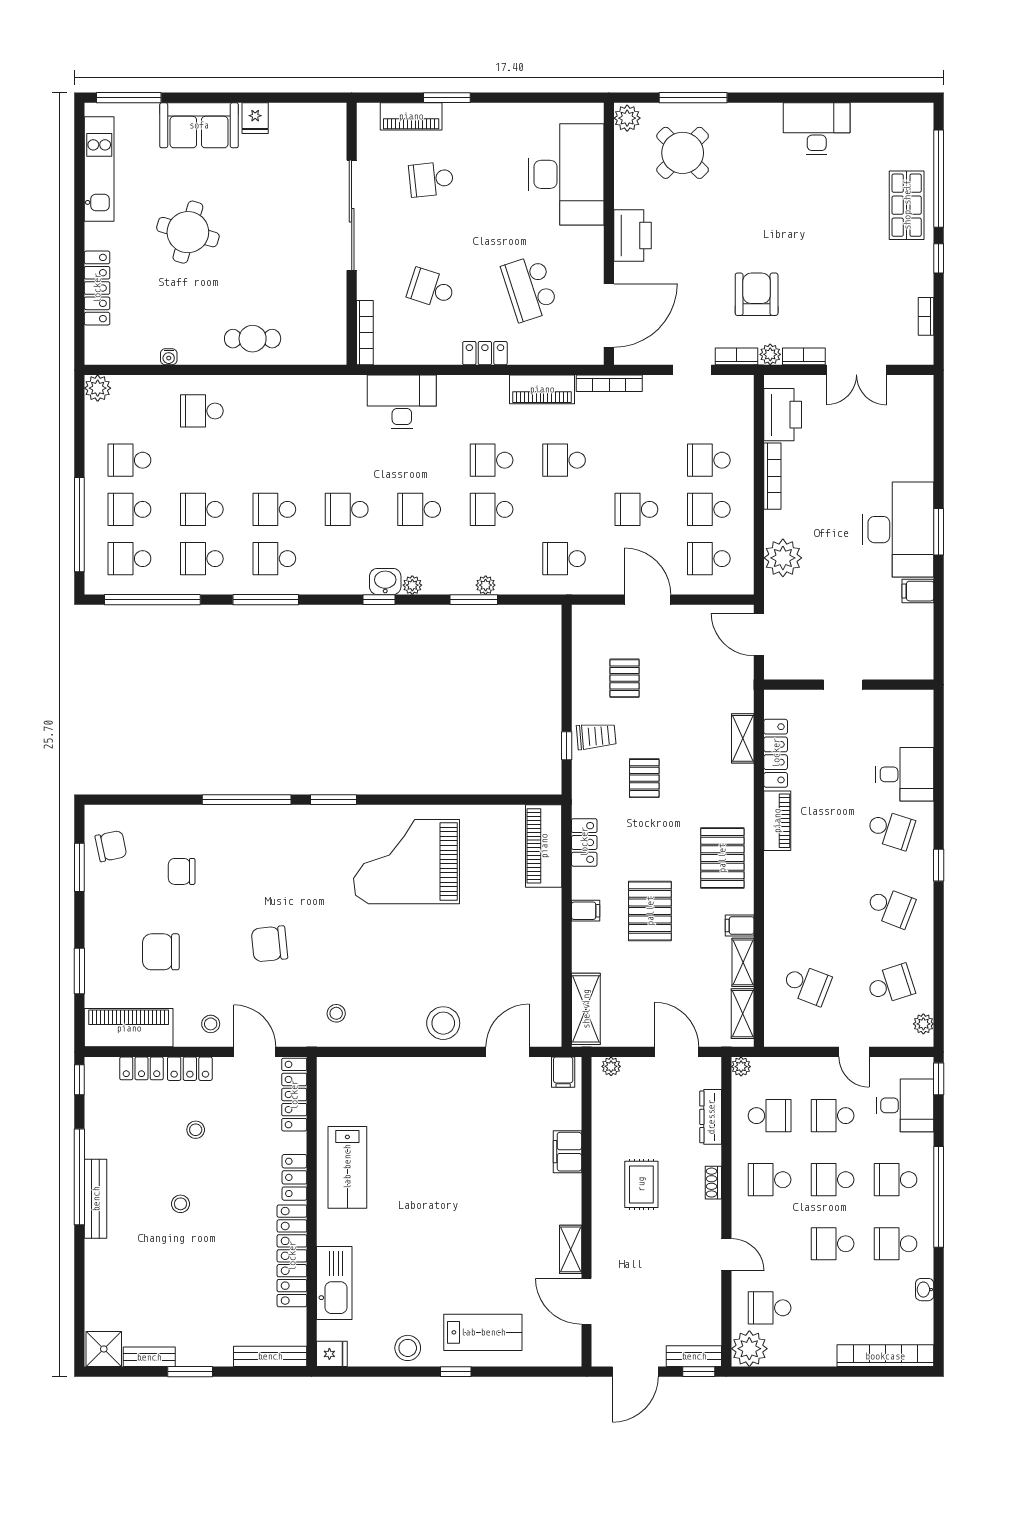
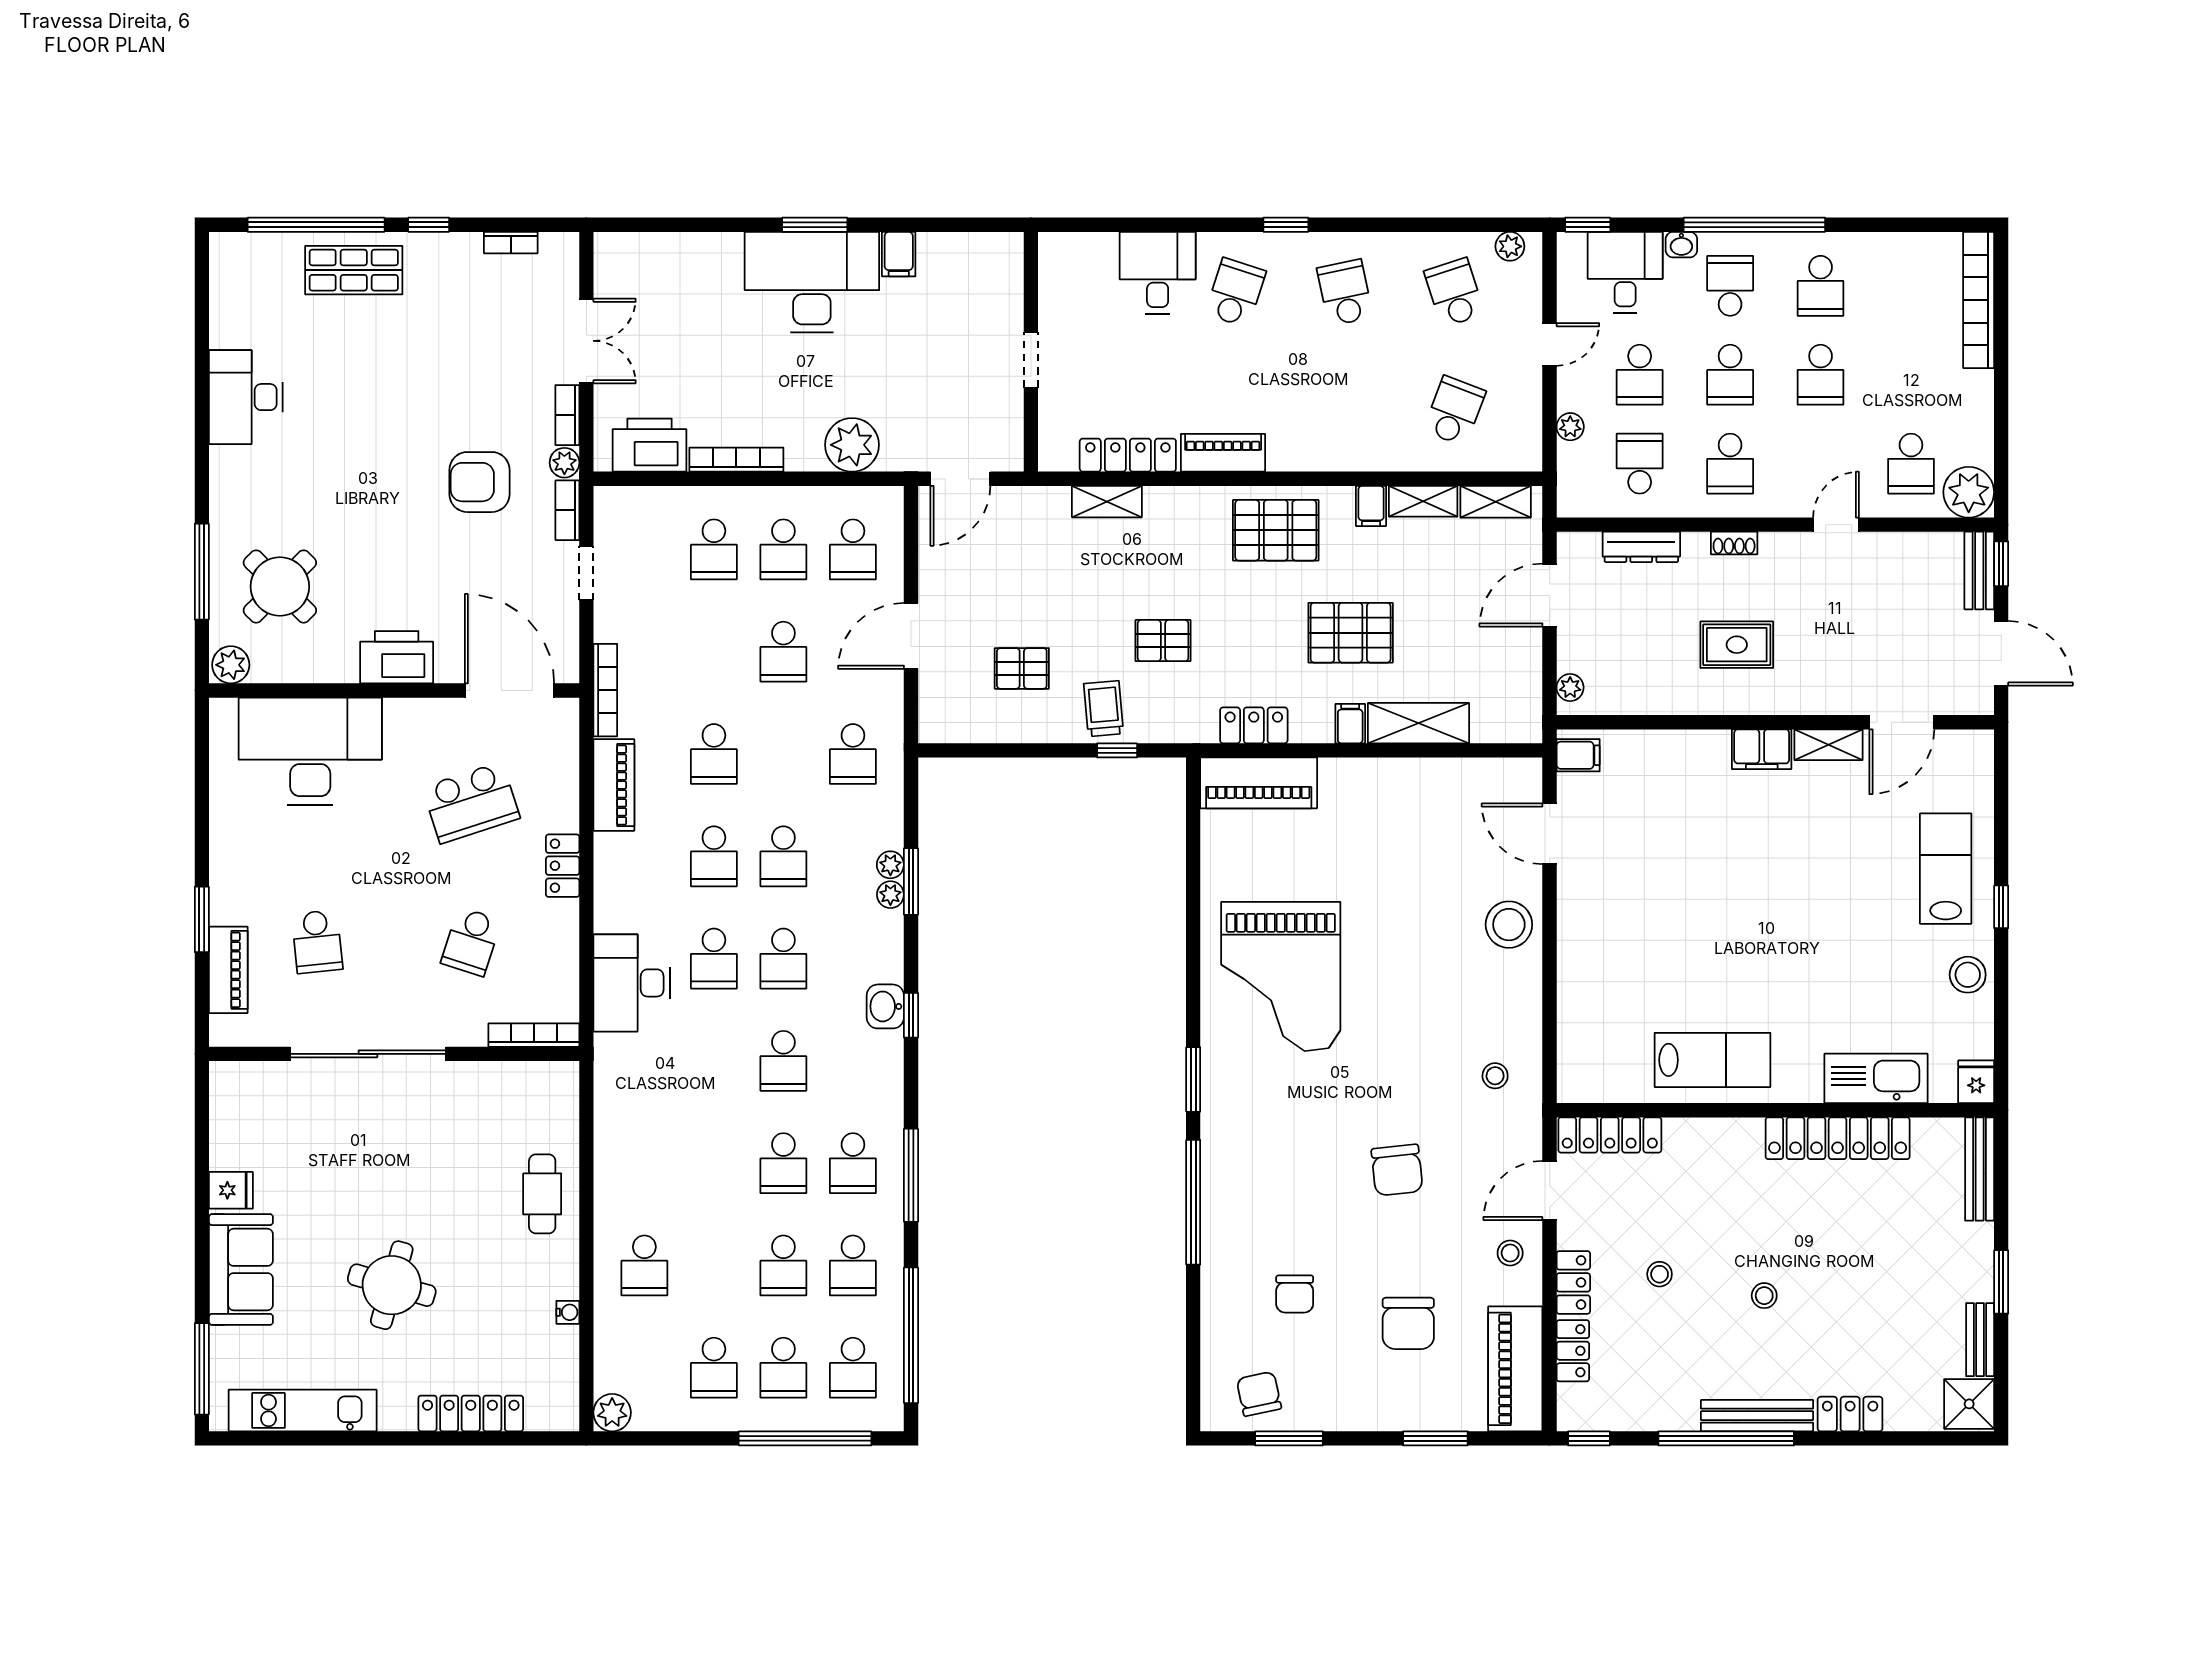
school desk: (419, 460) -> (714, 959), added
plant: (412, 585) -> (890, 895), moved
school desk: (891, 907) -> (1345, 293), turned -33
shelving: (586, 1009) -> (1418, 723), moved
plant: (741, 1067) -> (1570, 427), moved
filing cabinet: (567, 1152) -> (1762, 749), moved
locker: (294, 1177) -> (1850, 1414), moved, turned 180
school desk: (896, 1180) -> (1730, 286), turned 180
washbasin: (925, 1290) -> (1681, 245), moved

